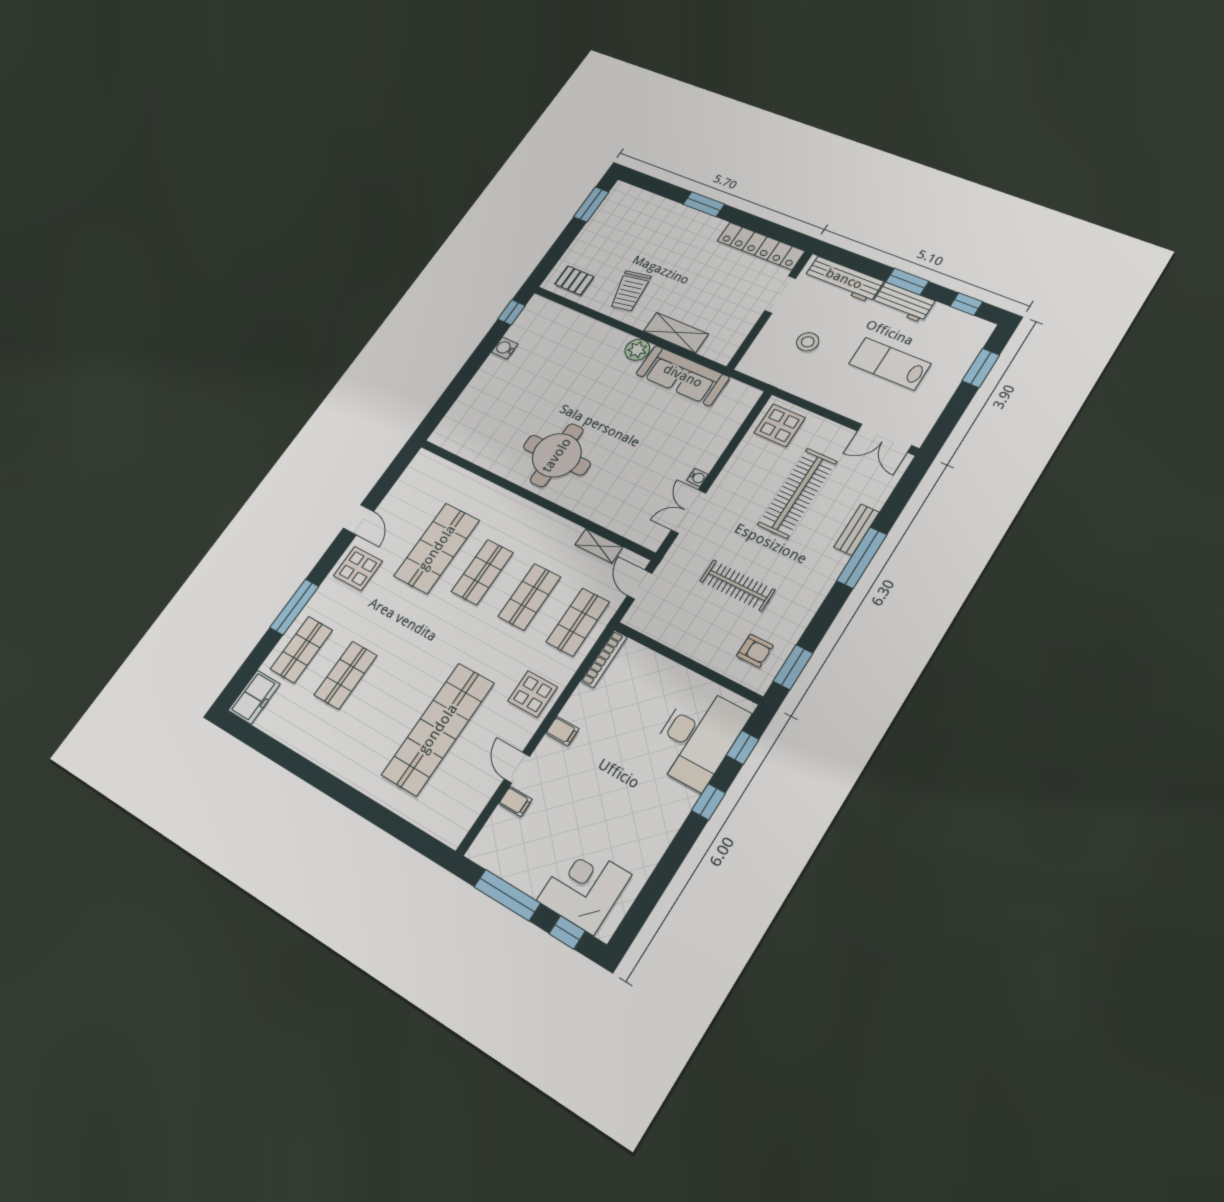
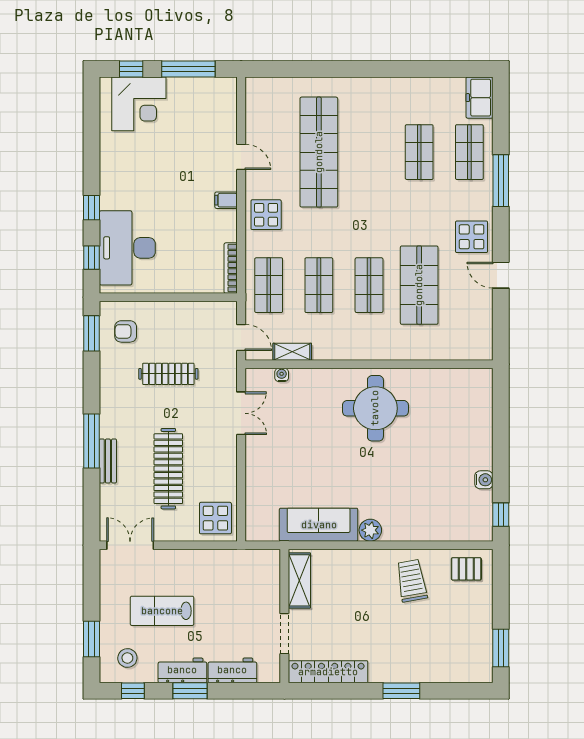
workbench: (844, 279) -> (232, 670), width x0.73
shelving: (676, 333) -> (299, 580), moved, turned 90
stool: (808, 342) -> (127, 658), moved
lab bench: (890, 364) -> (162, 611), turned 180
water cooler: (697, 477) -> (282, 375), moved, turned 90
filing cabinet: (515, 801) -> (226, 133), removed

